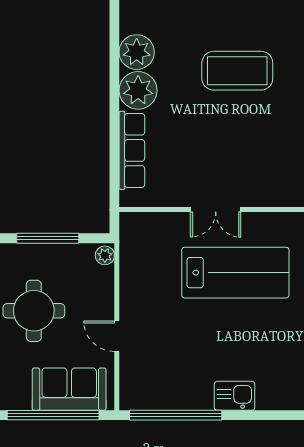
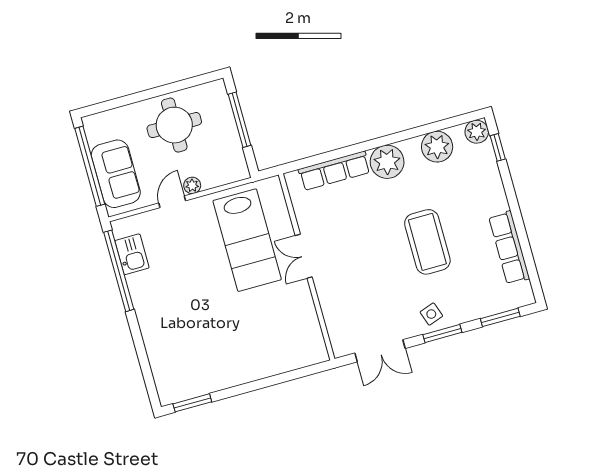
plant: (137, 52) -> (437, 147), moved
plant: (105, 255) -> (192, 185), moved
lab bench: (235, 273) -> (247, 240), moved
kitchen sink: (235, 396) -> (132, 254), moved

